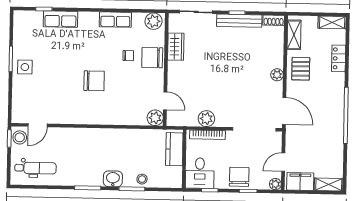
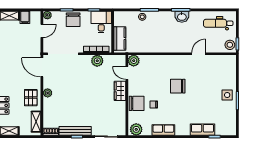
wardrobe: (176, 47) -> (120, 91), moved
door: (38, 125) -> (199, 54), moved
washbasin: (113, 179) -> (182, 17), moved
filing cabinet: (300, 181) -> (25, 17), width x0.50

